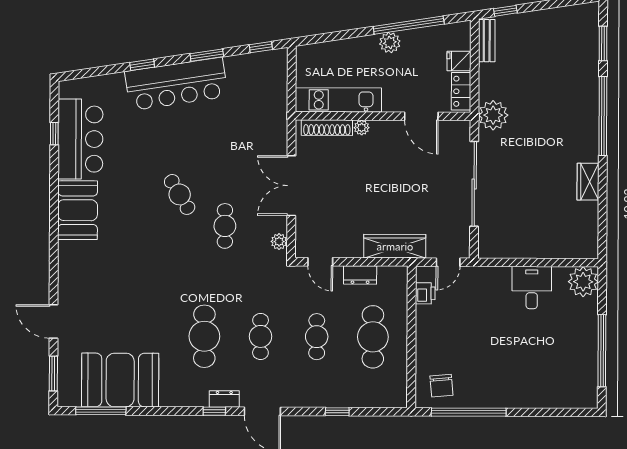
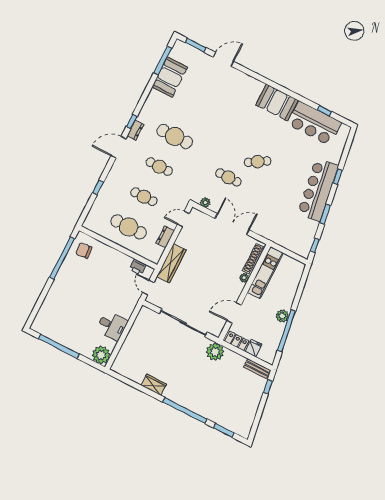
booth: (120, 380) -> (170, 77), width x0.73, depth x0.70

